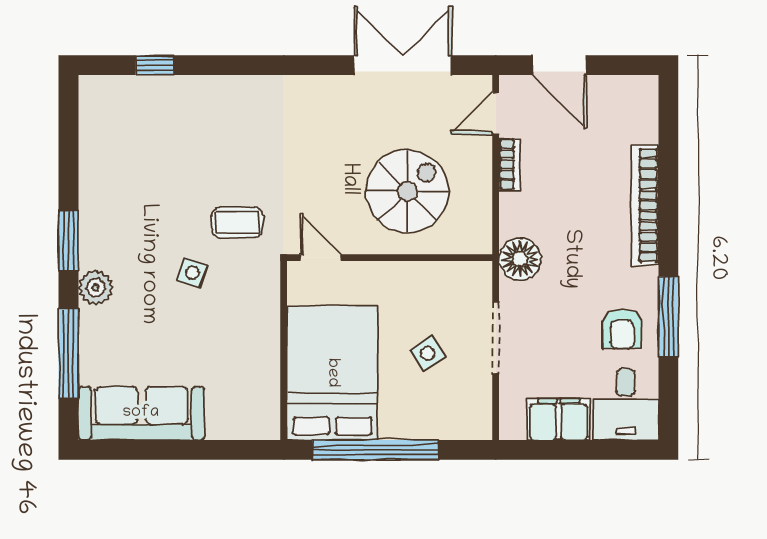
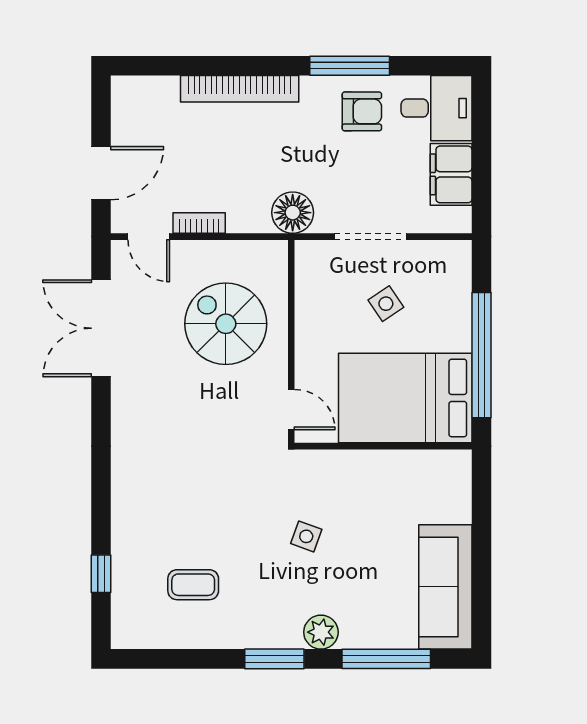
coffee table: (237, 223) -> (193, 585), moved, turned 90
door: (321, 258) -> (291, 410), swing flipped

